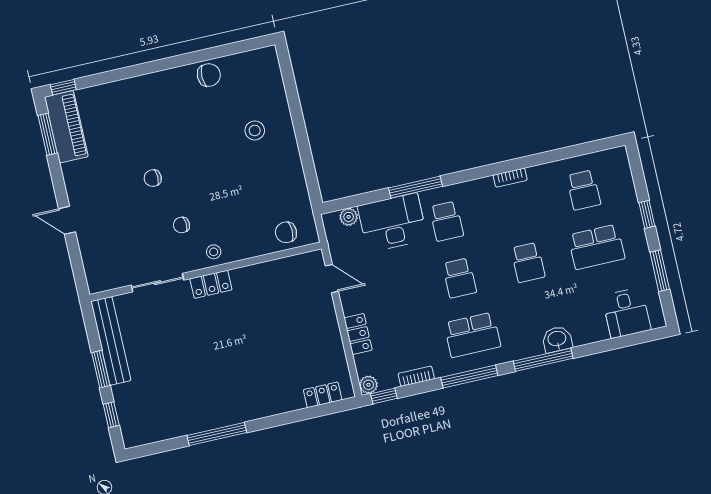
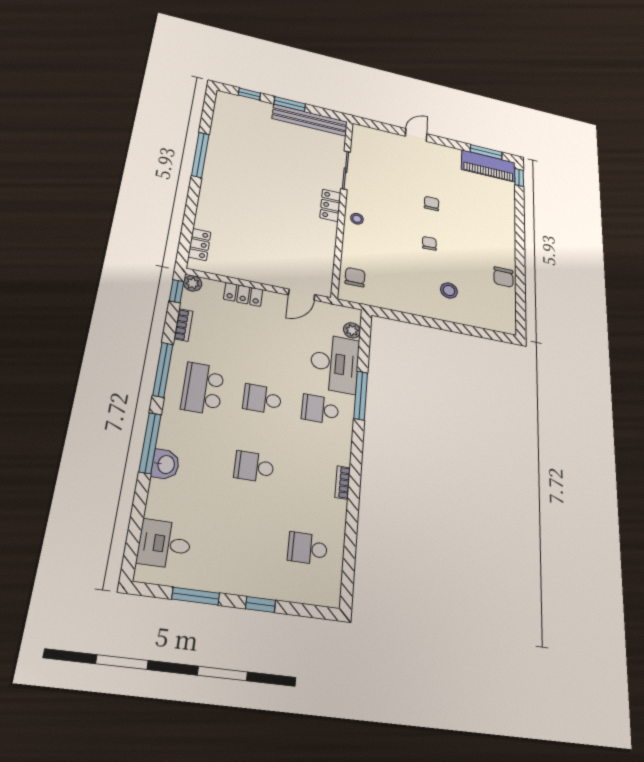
chair: (182, 225) -> (429, 243), moved
school desk: (596, 247) -> (245, 539), removed

